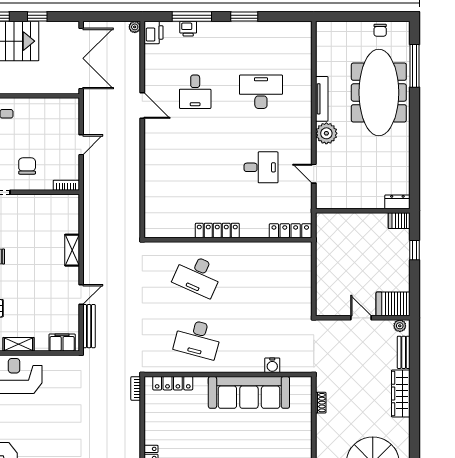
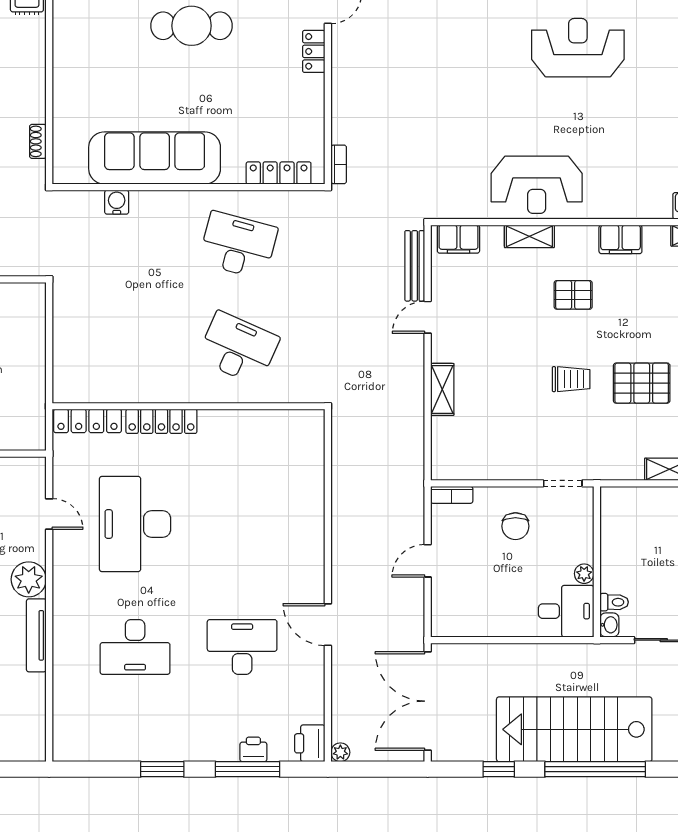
desk: (195, 92) -> (242, 647), width x1.37
desk: (261, 167) -> (135, 524), width x1.87, depth x1.30
locker: (217, 230) -> (161, 421), moved

